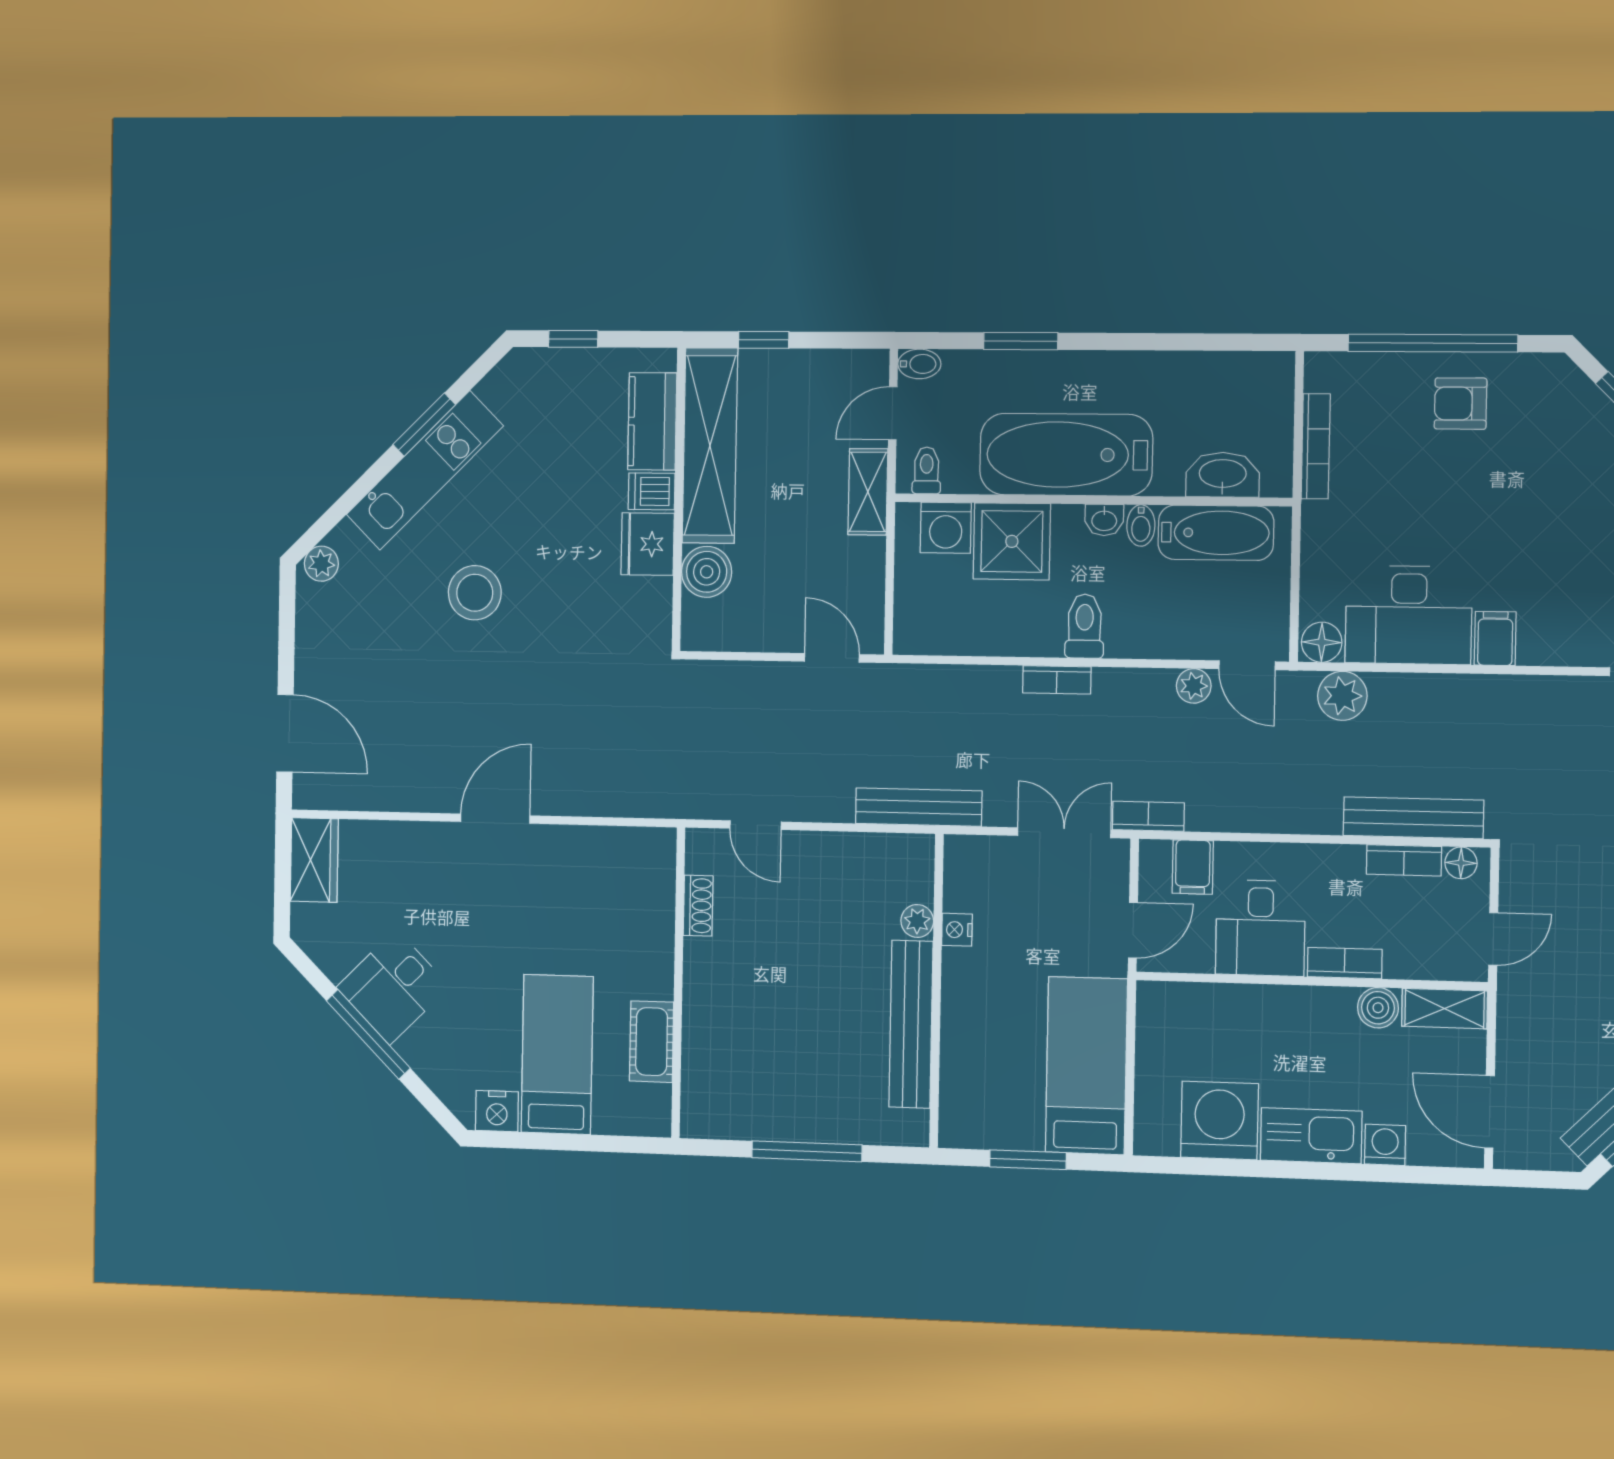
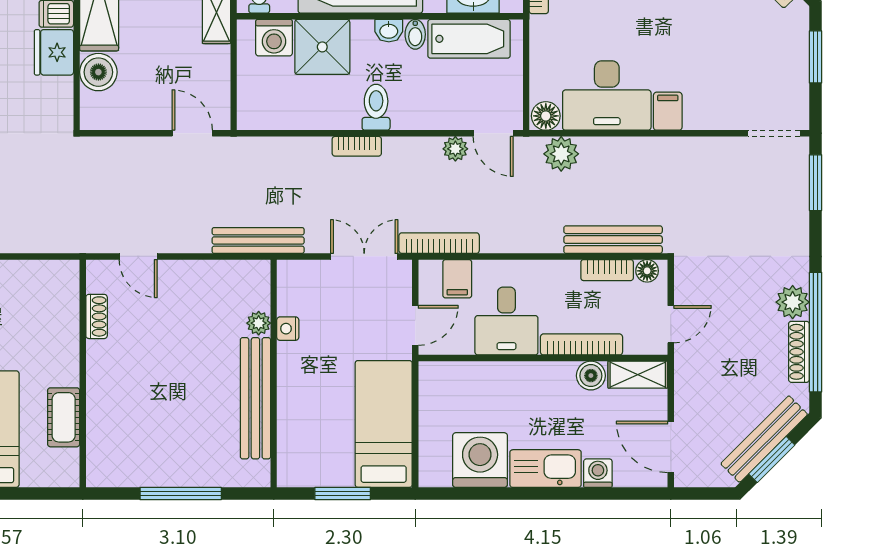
bookcase: (1148, 816) -> (439, 243), width x1.56
bookcase: (1345, 963) -> (581, 344), width x1.56

